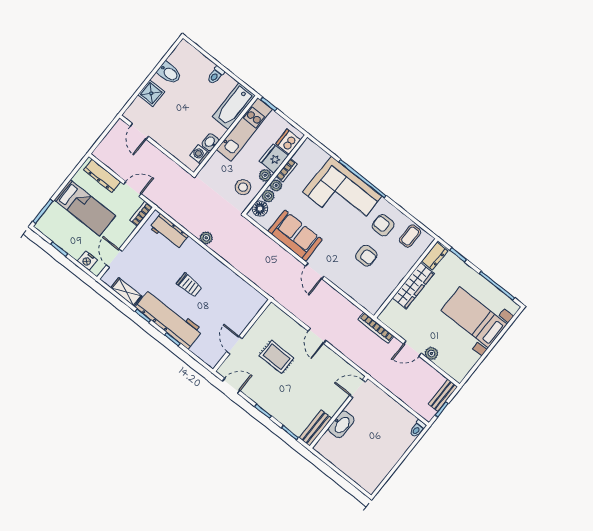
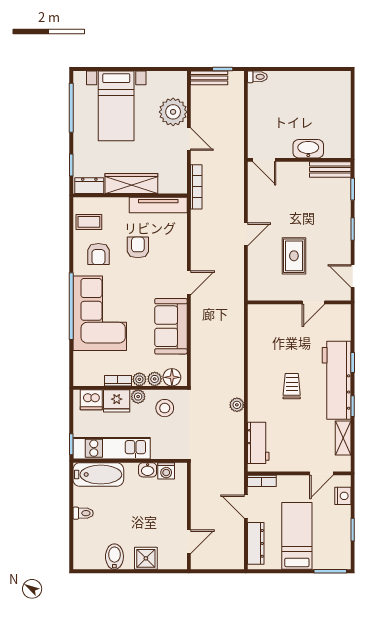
tv unit: (384, 292) -> (158, 205), added
plant: (431, 353) -> (173, 112), width x1.88, depth x1.88

